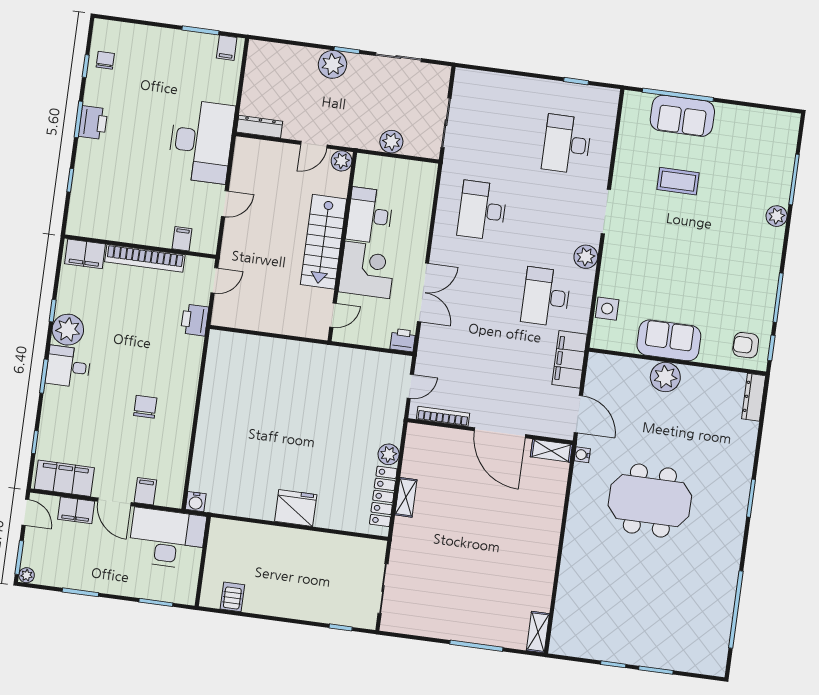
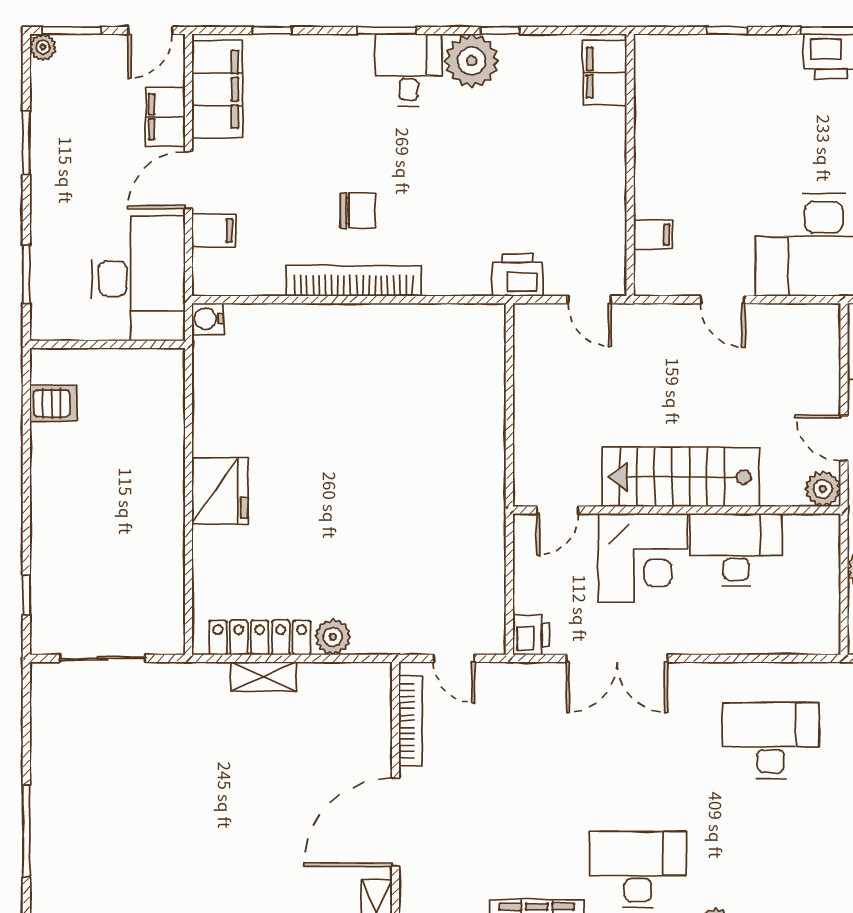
bookcase: (145, 258) -> (354, 281), moved, turned 90
door: (333, 315) -> (558, 510), hinge flipped

